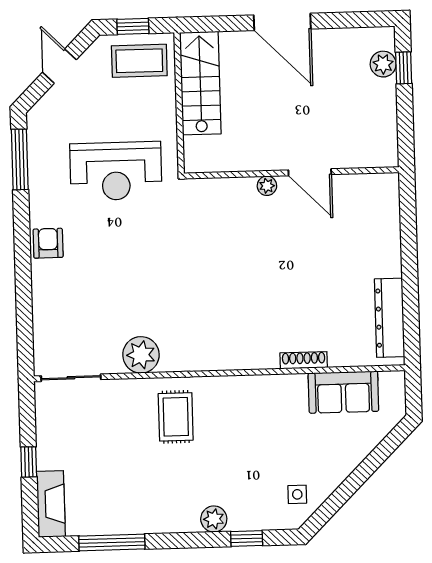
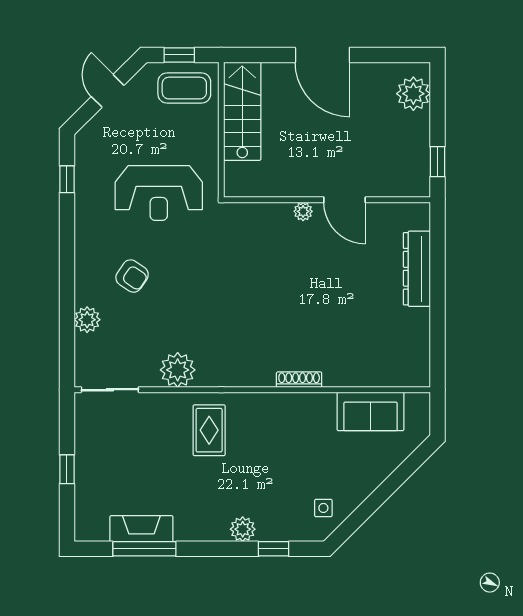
plant: (383, 64) -> (413, 94), width x1.36, depth x1.36
window: (404, 68) -> (437, 162), moved
window: (20, 159) -> (67, 179), width x0.46
armchair: (48, 243) -> (132, 276), moved, turned 124
plant: (45, 305) -> (87, 320), added
dresser: (390, 318) -> (417, 269), moved
shoe rack: (304, 360) -> (299, 380), moved
fireplace: (51, 504) -> (141, 529), moved, turned -90

